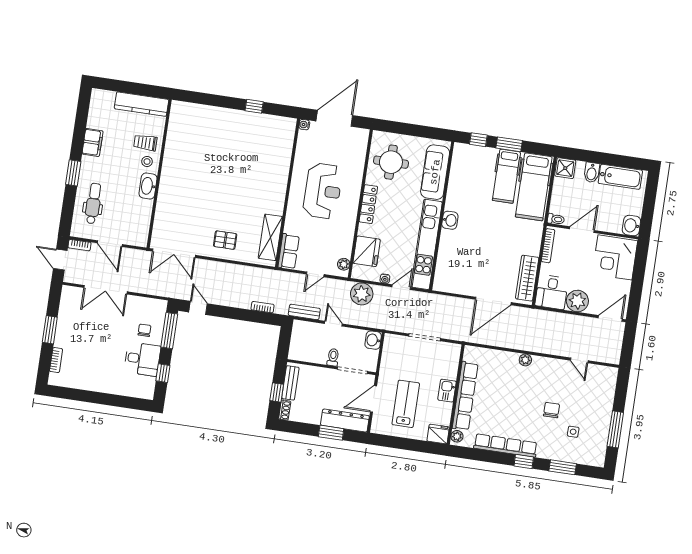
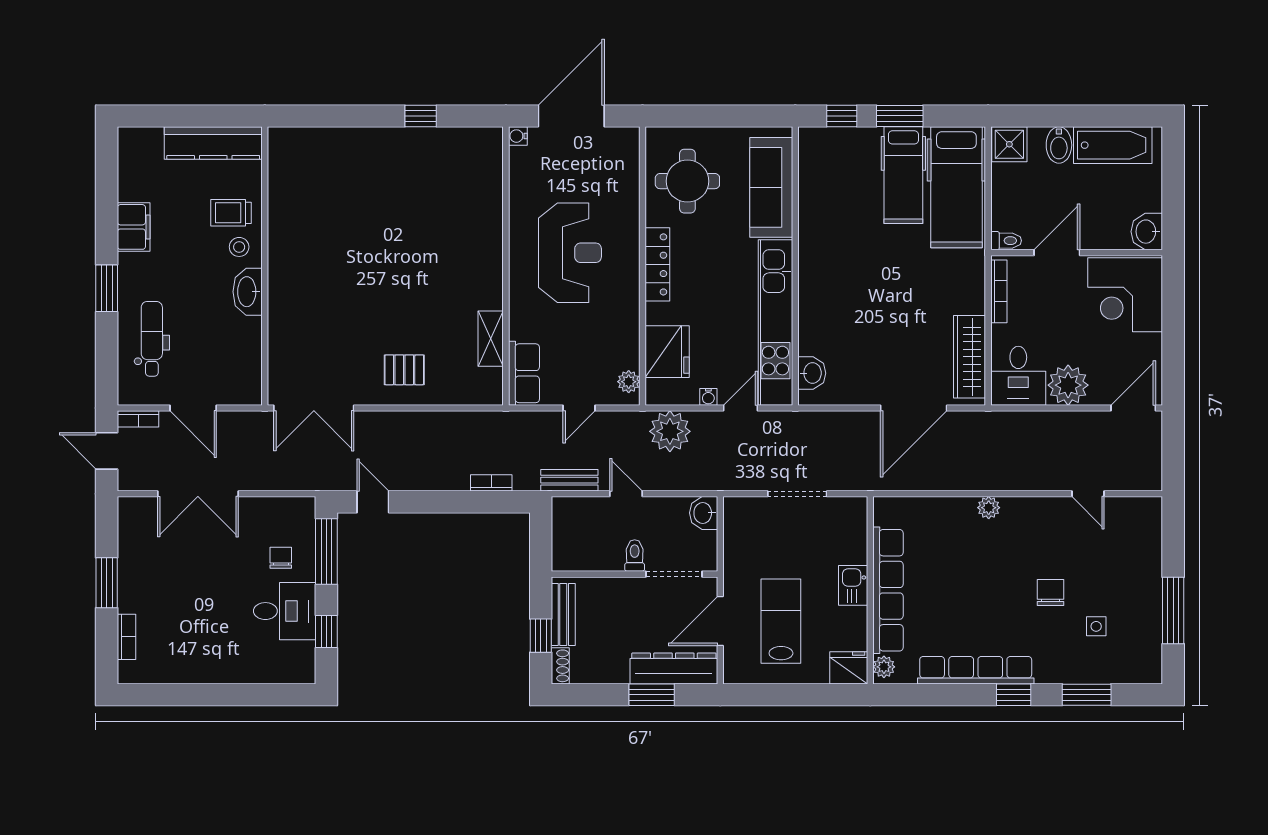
washbasin: (450, 220) -> (812, 373), moved
shelving: (270, 237) -> (491, 339), width x0.67, depth x0.75

